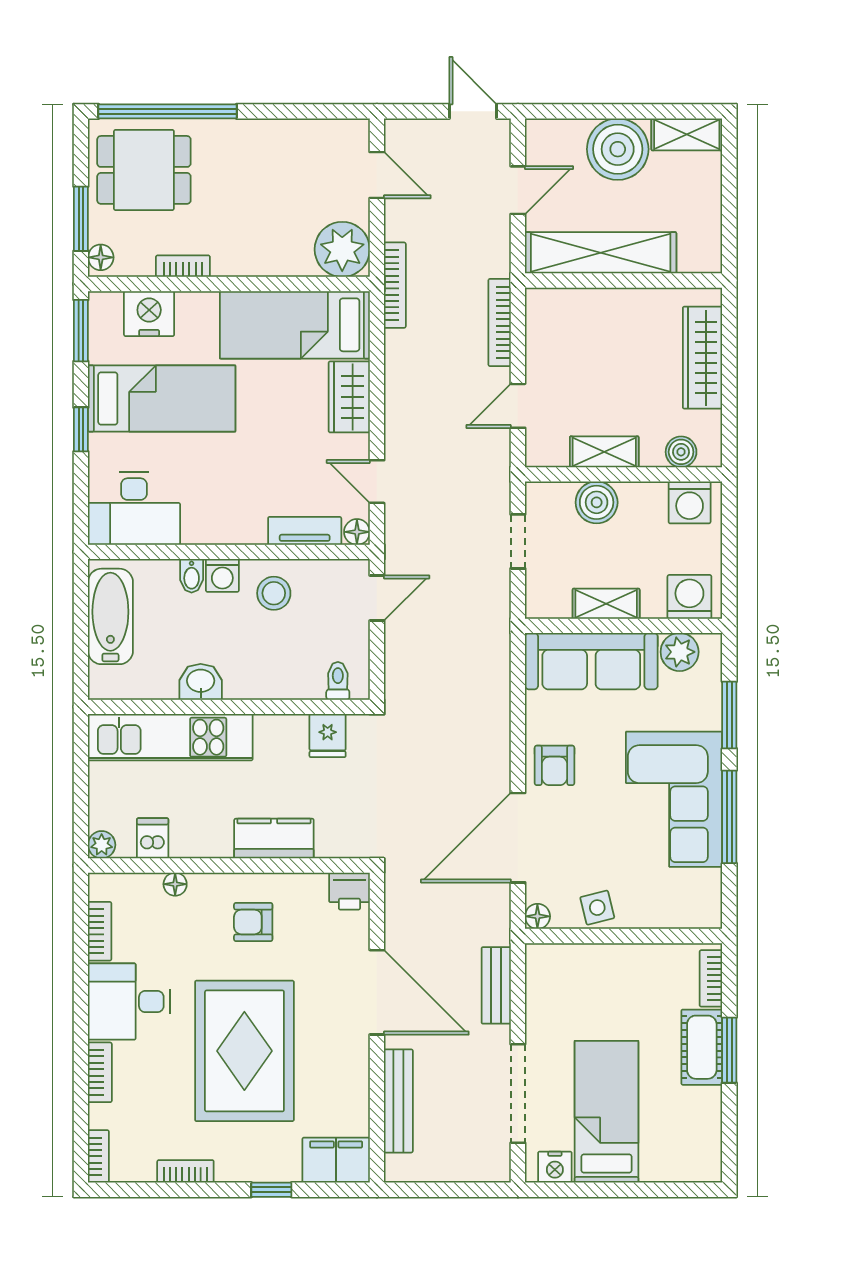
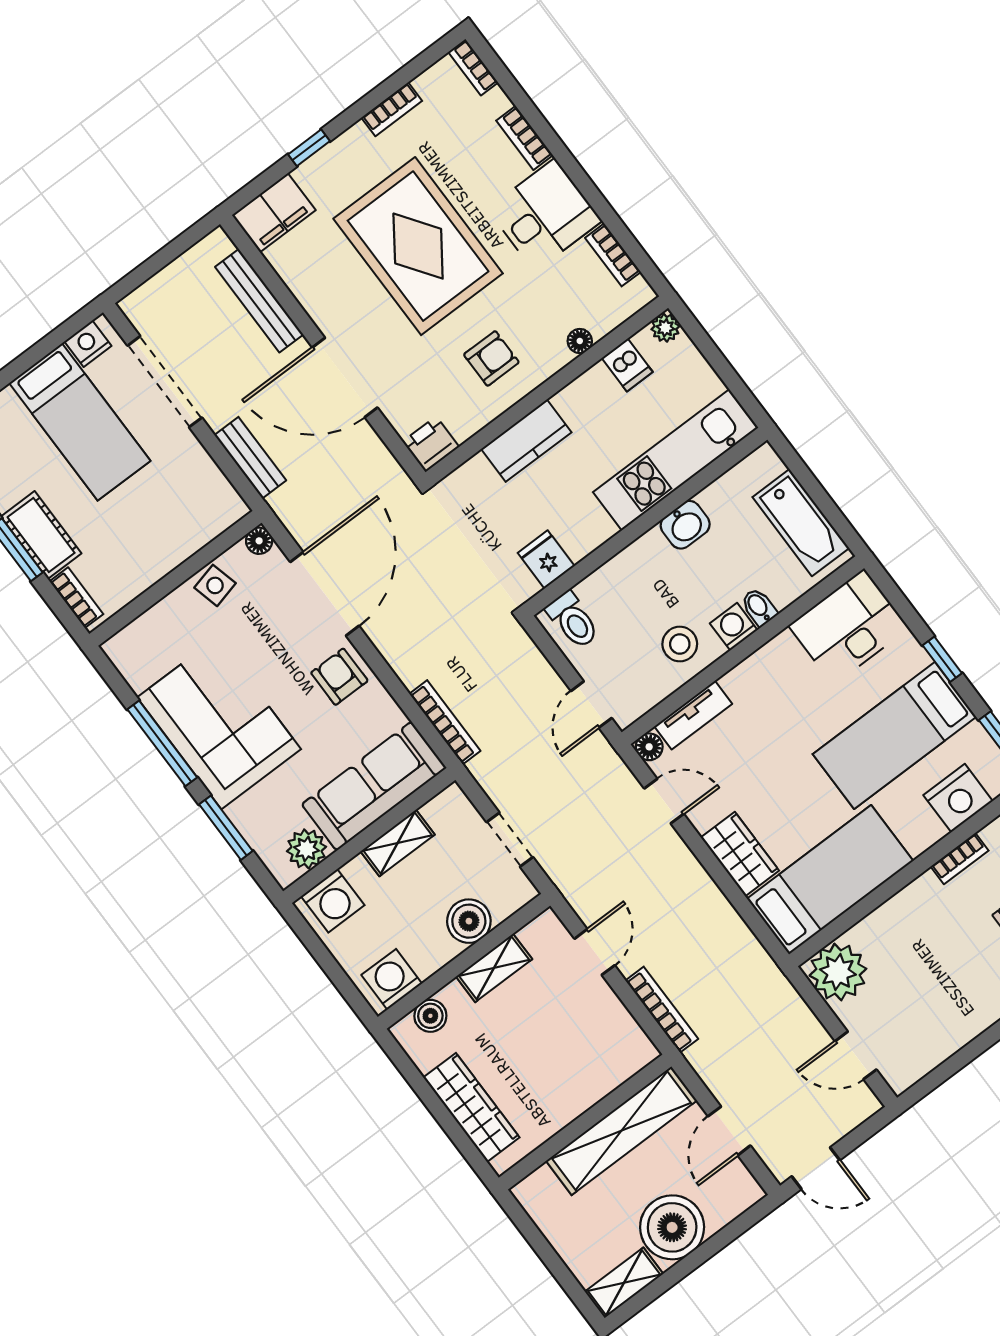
bookcase: (395, 285) -> (445, 722), moved, turned 180
toilet: (338, 681) -> (573, 620), width x1.37, depth x1.39

